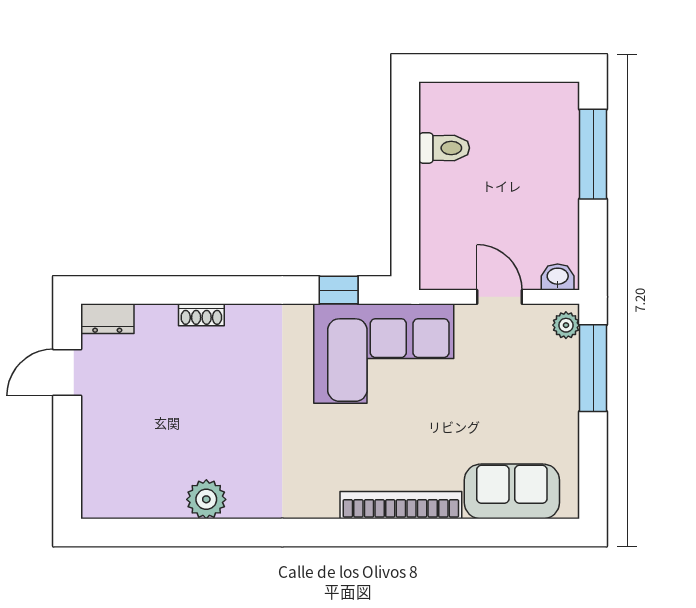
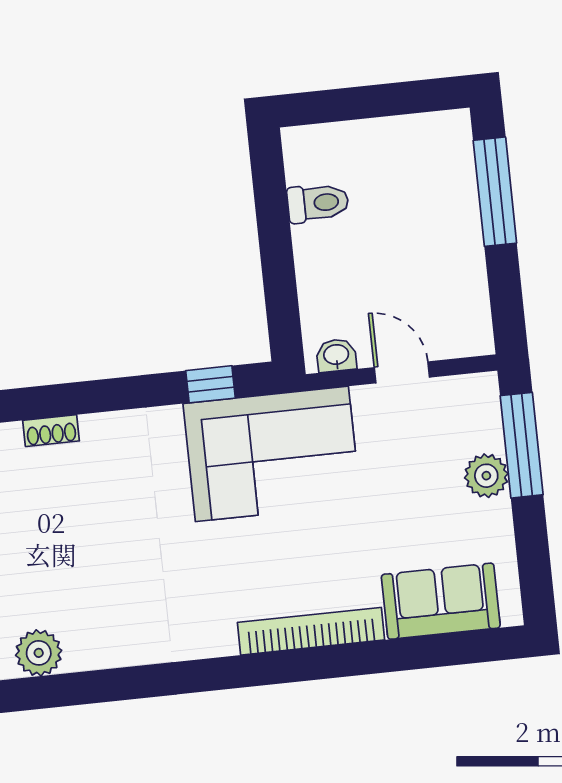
washbasin: (558, 277) -> (336, 355), moved
plant: (566, 325) -> (486, 476), moved, width x1.38, depth x1.38
plant: (206, 499) -> (39, 653), moved

